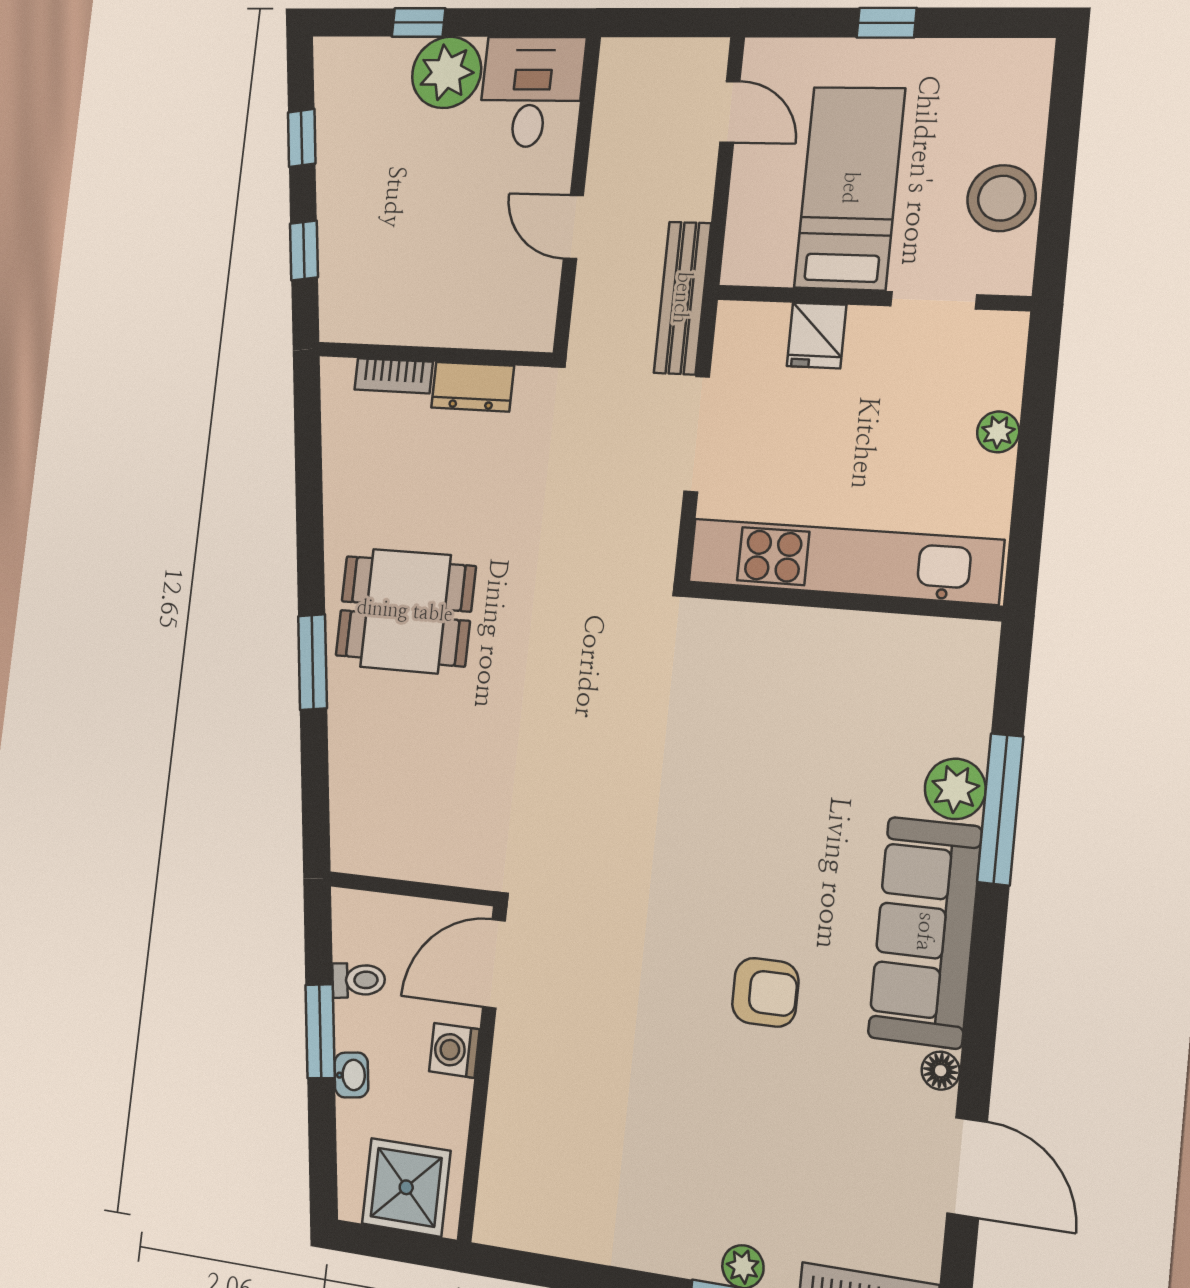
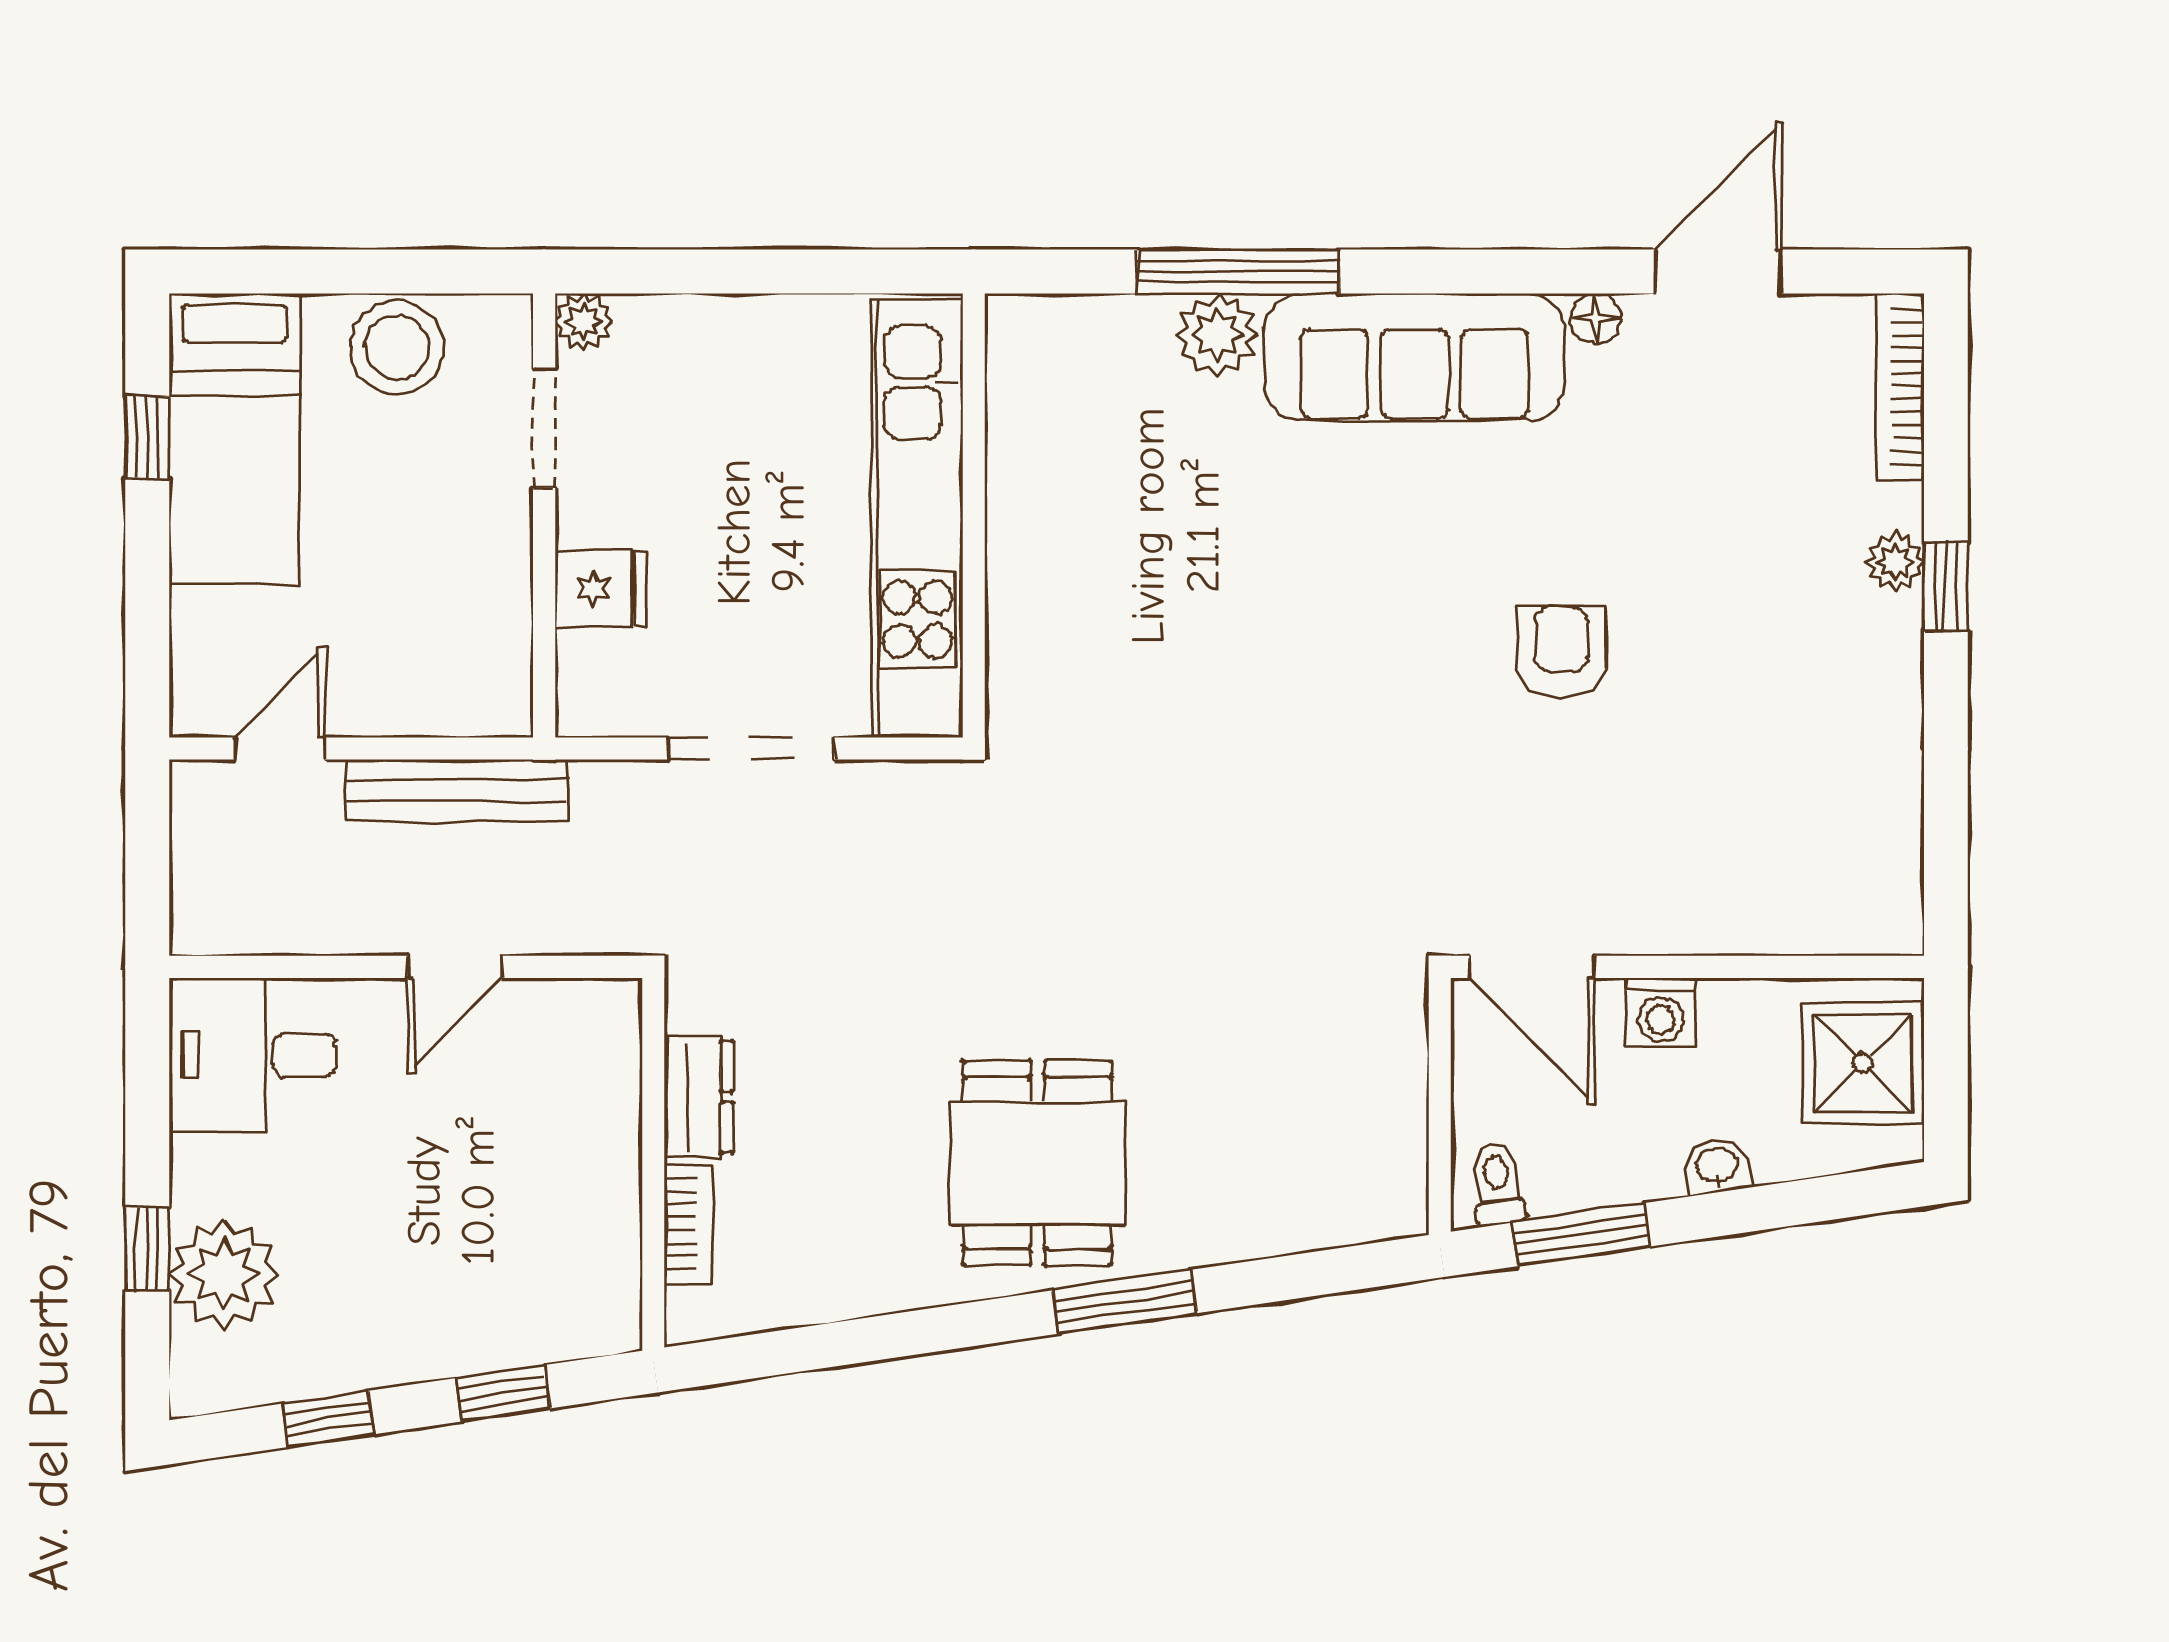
window: (887, 23) -> (147, 438), moved
plant: (447, 72) -> (224, 1274), moved
bed: (850, 188) -> (235, 439), moved, turned -90
bench: (682, 298) -> (457, 790), moved
plant: (998, 432) -> (584, 322), moved
toilet: (359, 980) -> (1497, 1184), moved
armchair: (765, 992) -> (1561, 652), moved
window: (320, 1031) -> (1581, 1235), moved

